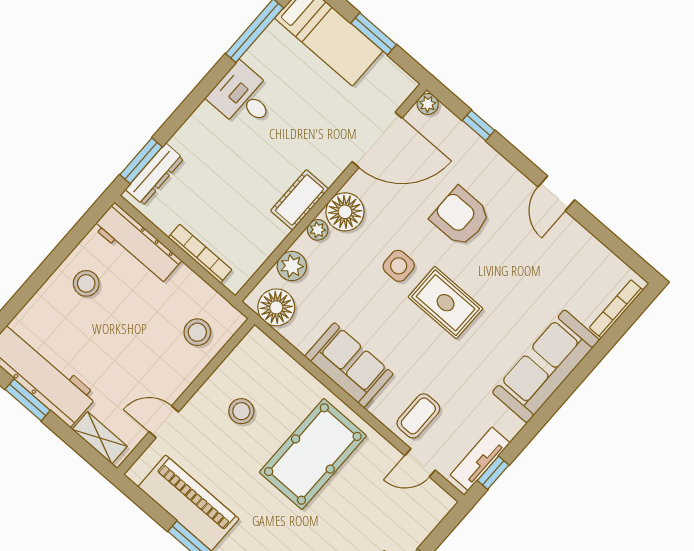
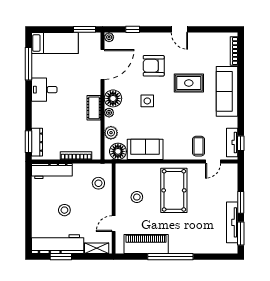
window: (374, 34) -> (85, 29), moved
stool: (86, 283) -> (64, 210), moved
rug: (446, 303) -> (189, 83), moved
sofa: (349, 365) -> (145, 149), moved

